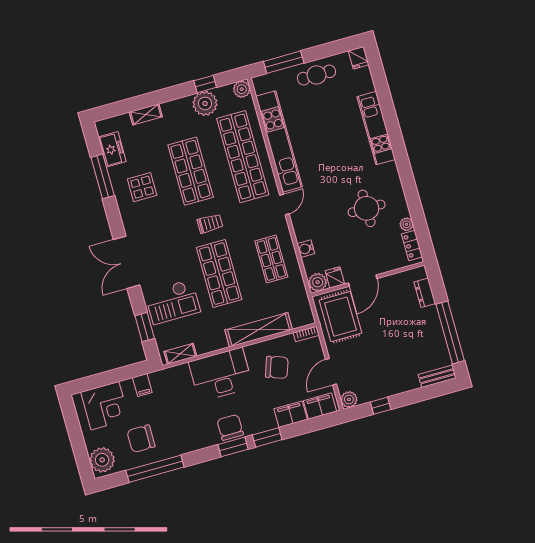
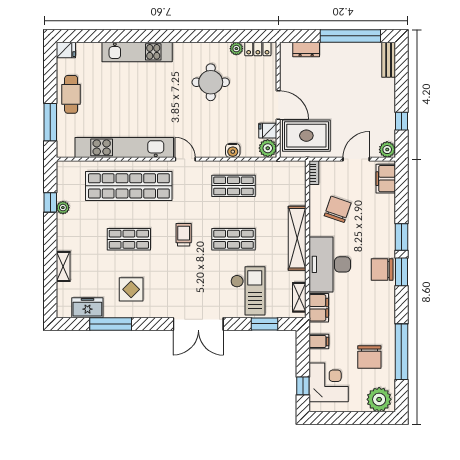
plant: (242, 89) -> (65, 169), removed
plant: (205, 103) -> (63, 208), width x0.53, depth x0.53
shop shelf: (191, 171) -> (129, 239), width x0.70, depth x0.74
shop shelf: (219, 274) -> (233, 239), width x0.70, depth x0.74
shelving: (259, 330) -> (297, 238), moved
door: (331, 372) -> (356, 159), swing flipped
window: (95, 382) -> (303, 386), added
filing cabinet: (291, 414) -> (319, 308), moved, turned 180

